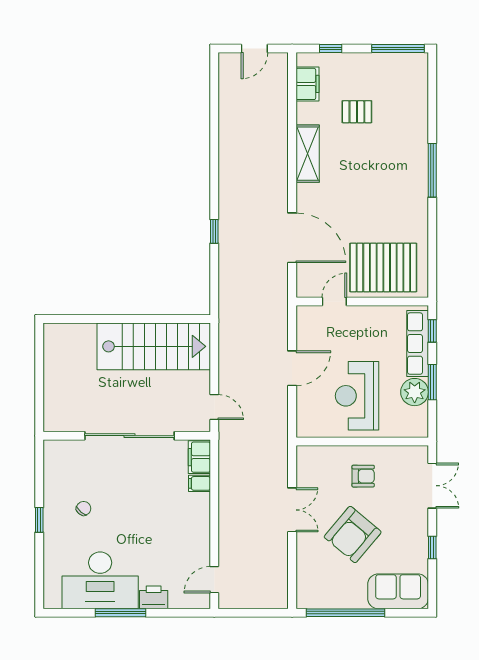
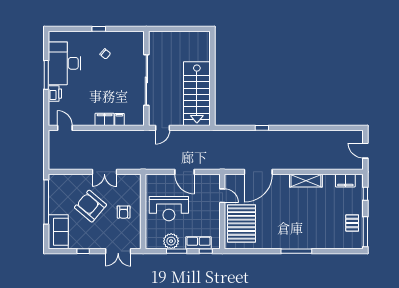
pallet: (357, 112) -> (352, 223), moved
row of seats: (418, 344) -> (198, 243), width x0.68
reception desk: (357, 396) -> (169, 209), turned 180
filing cabinet: (199, 457) -> (105, 119), moved

